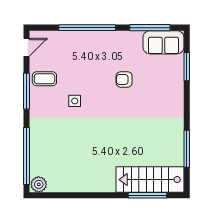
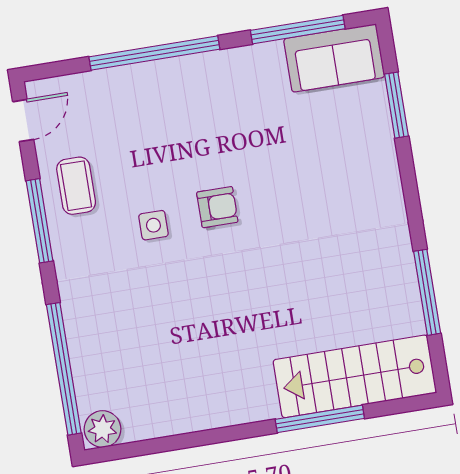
coffee table: (44, 79) -> (76, 186), turned 90
armchair: (124, 79) -> (217, 207), moved, turned 180
window: (148, 195) -> (320, 419), moved

